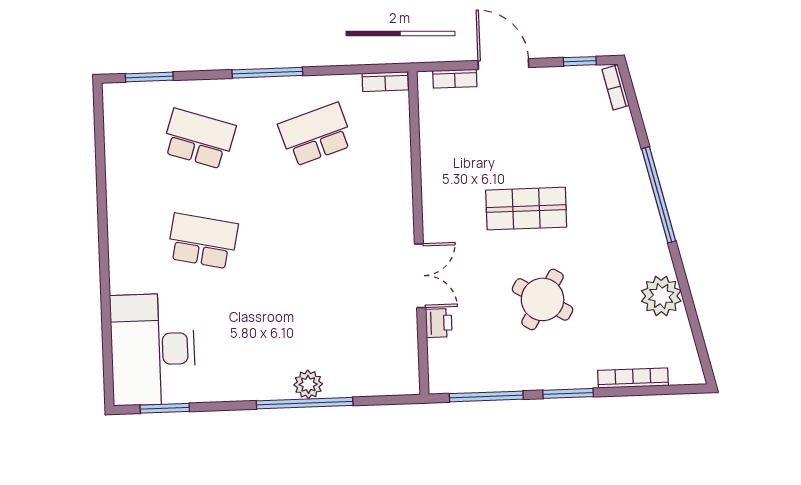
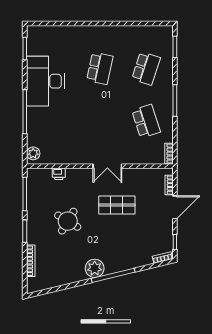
shop shelf: (526, 209) -> (117, 205), moved, turned 90
double door: (420, 276) -> (107, 166), moved
plant: (661, 296) -> (95, 268), moved
desk: (153, 349) -> (45, 81), moved, turned -90
plant: (308, 384) -> (33, 153), moved

